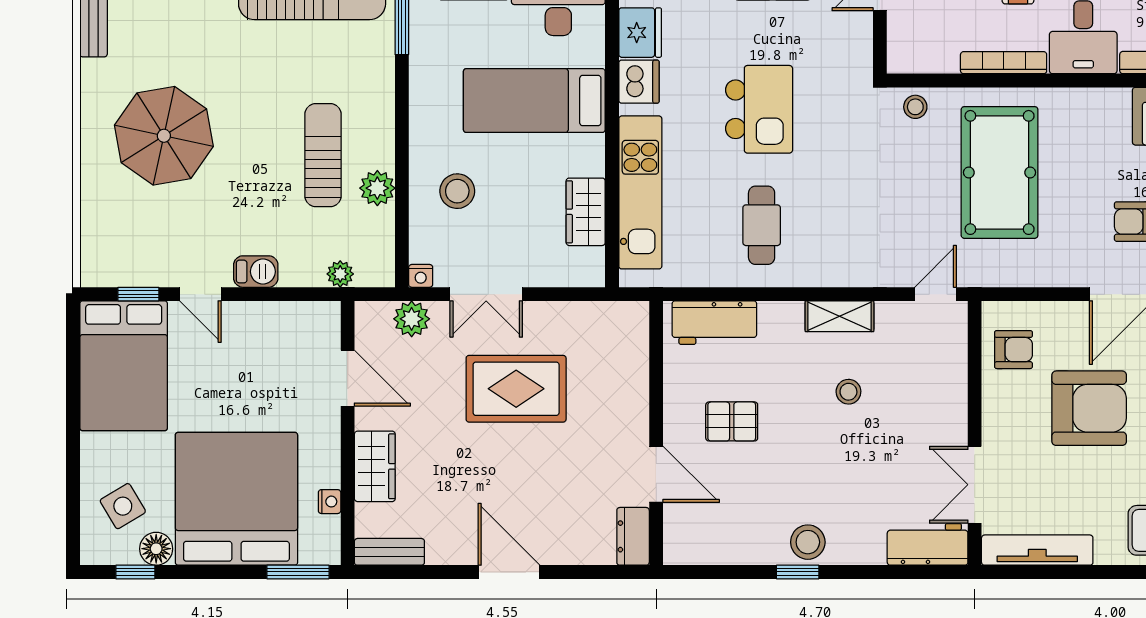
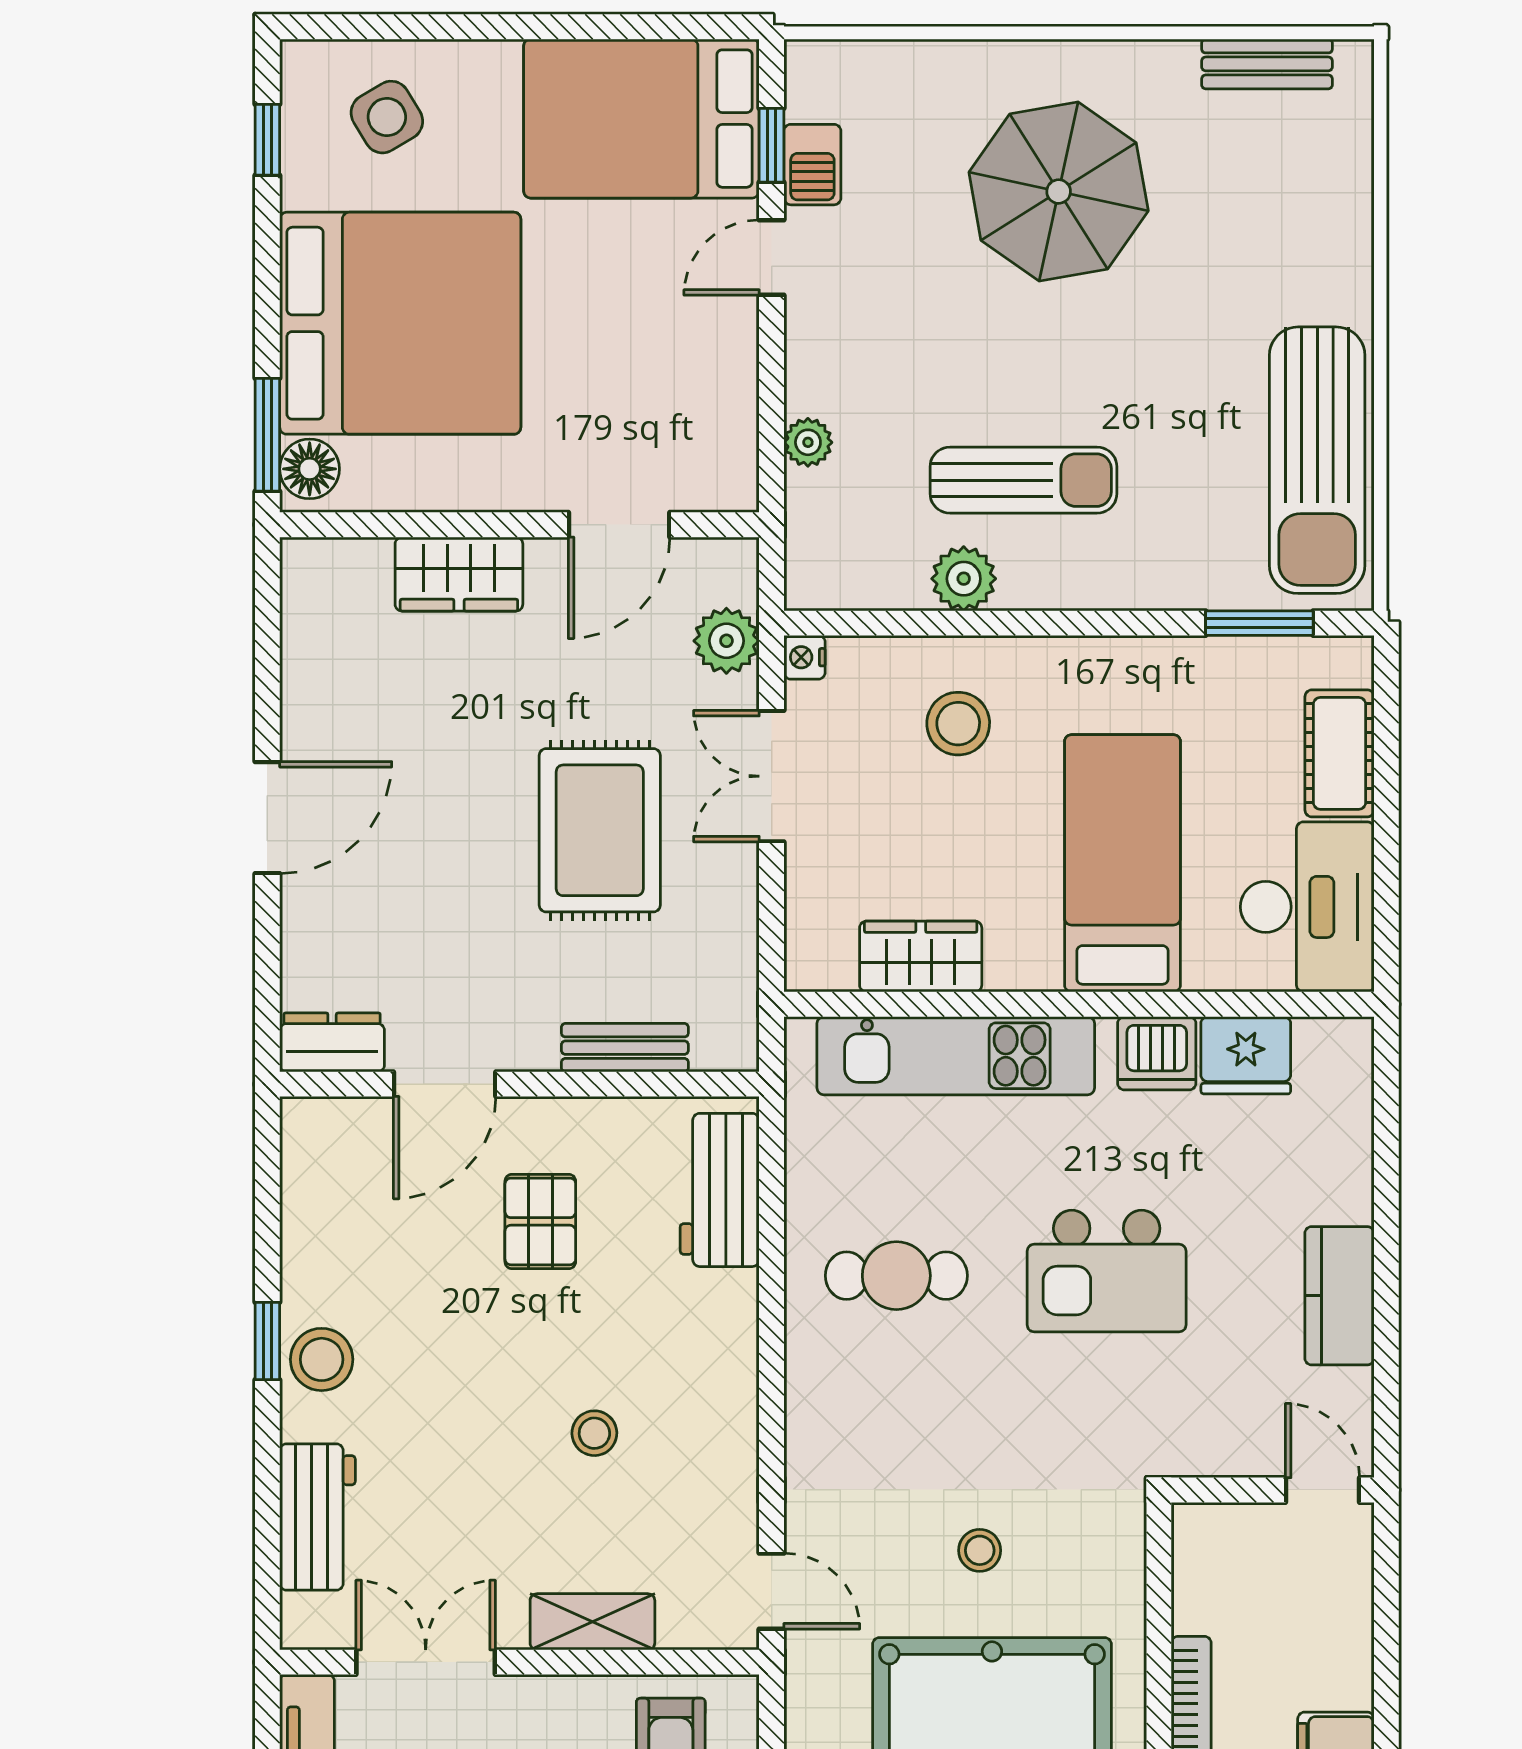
stool: (915, 107) -> (980, 1550), moved
barbecue: (256, 272) -> (812, 165), moved
plant: (340, 274) -> (808, 442), moved
shelving: (839, 316) -> (592, 1622), moved, turned 90
nightstand: (330, 502) -> (395, 492), removed
workbench: (928, 544) -> (317, 1517), moved
floor lamp: (156, 549) -> (310, 469), moved
bench: (389, 552) -> (625, 1048), moved, turned 90

